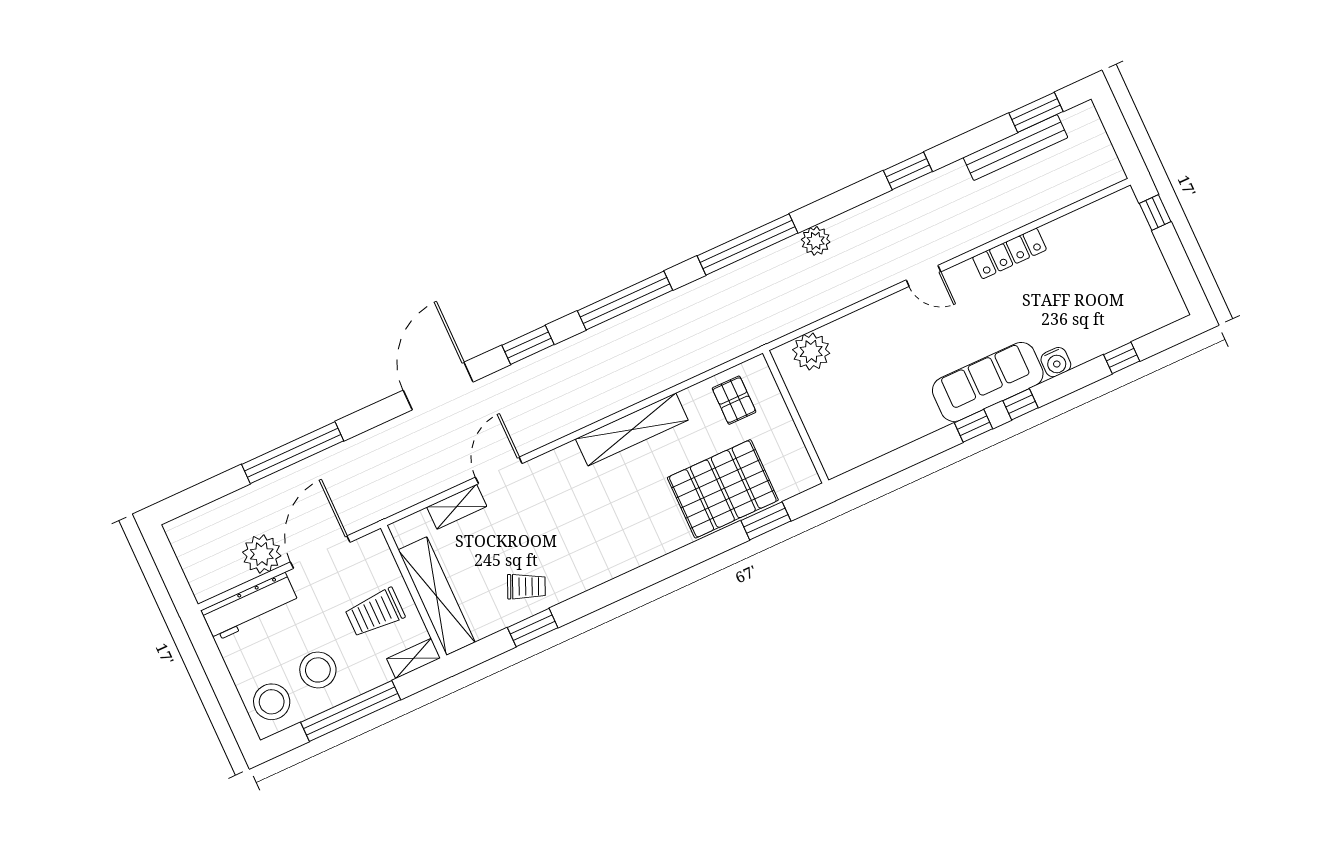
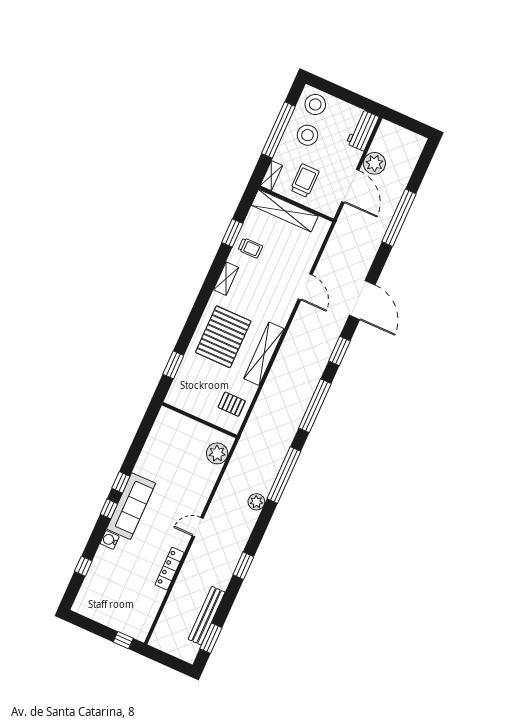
pallet: (723, 489) -> (223, 337), moved
shelving: (457, 507) -> (226, 279), moved
trolley: (526, 586) -> (250, 248), turned -114
workbench: (250, 607) -> (363, 130), width x0.73

